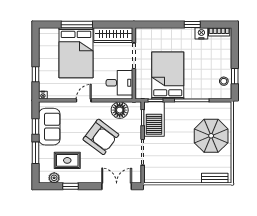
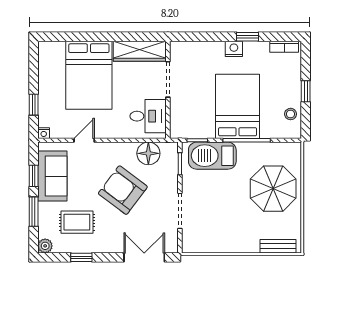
window: (77, 25) -> (90, 37), removed
nightstand: (201, 33) -> (234, 49), moved
bed: (168, 76) -> (238, 106), moved
window: (235, 76) -> (306, 91), moved
door: (84, 100) -> (84, 140), moved
barbecue: (154, 119) -> (212, 156), moved, turned 90
armchair: (101, 137) -> (123, 190), turned 180
plant: (54, 178) -> (45, 246), moved

